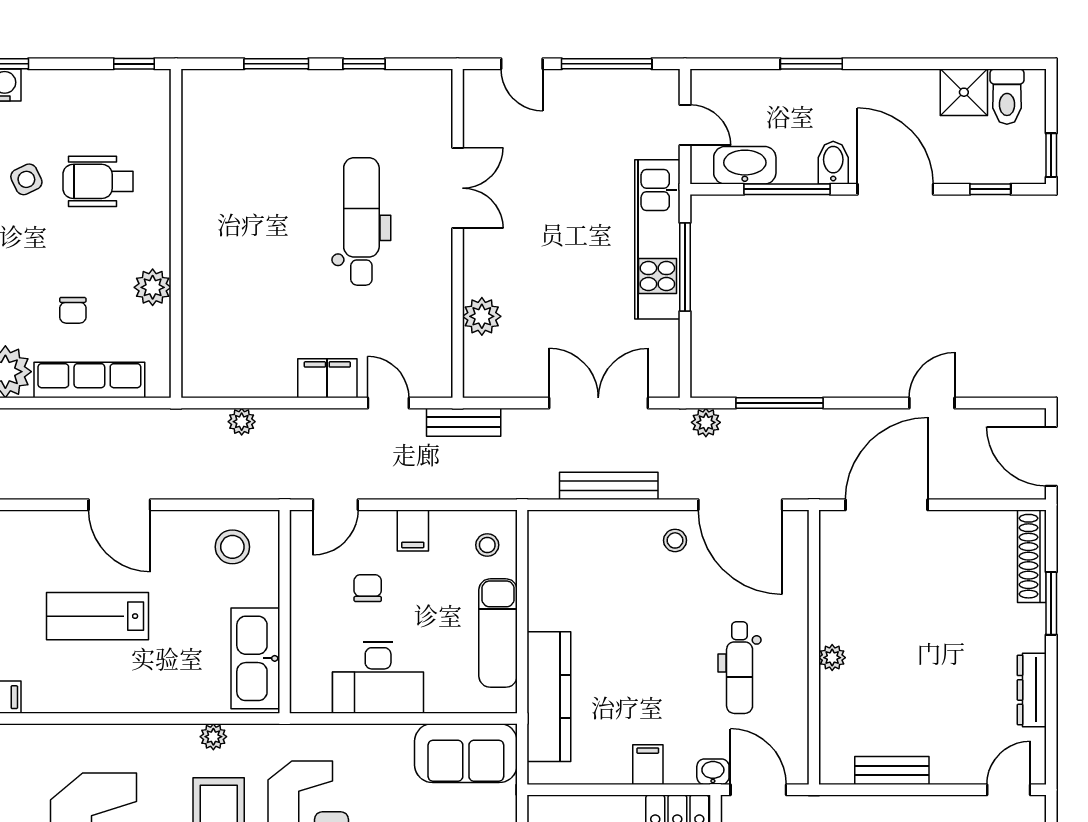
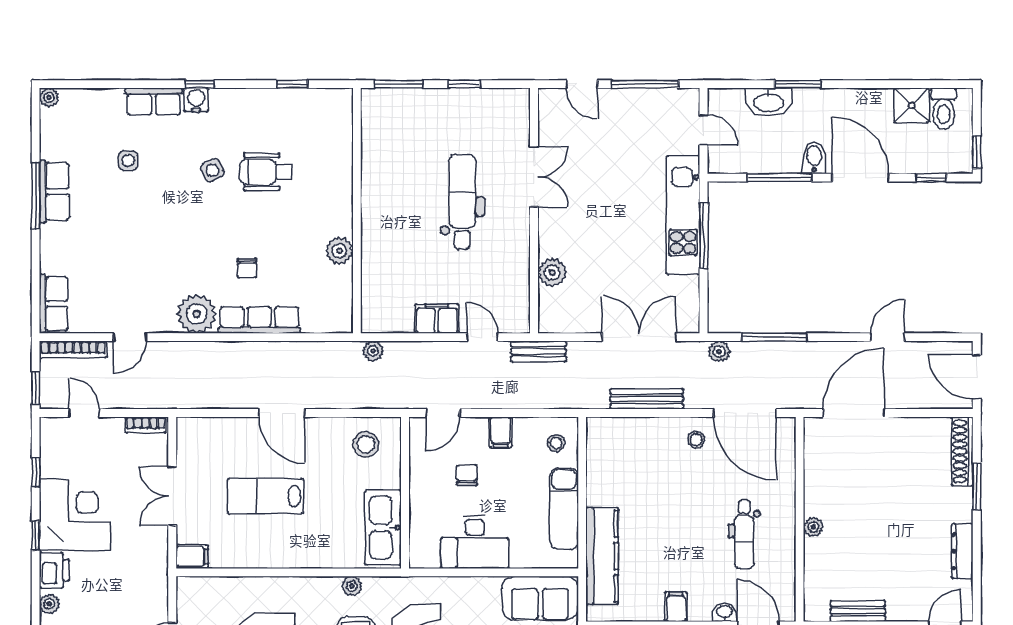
washbasin: (745, 165) -> (769, 102), moved, turned 180
wall: (176, 233) -> (357, 211), moved
plant: (153, 287) -> (339, 251), moved

